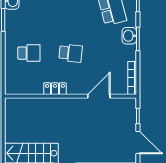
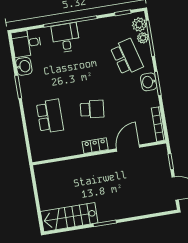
school desk: (29, 53) -> (50, 116), width x1.85
locker: (55, 89) -> (95, 146), moved

